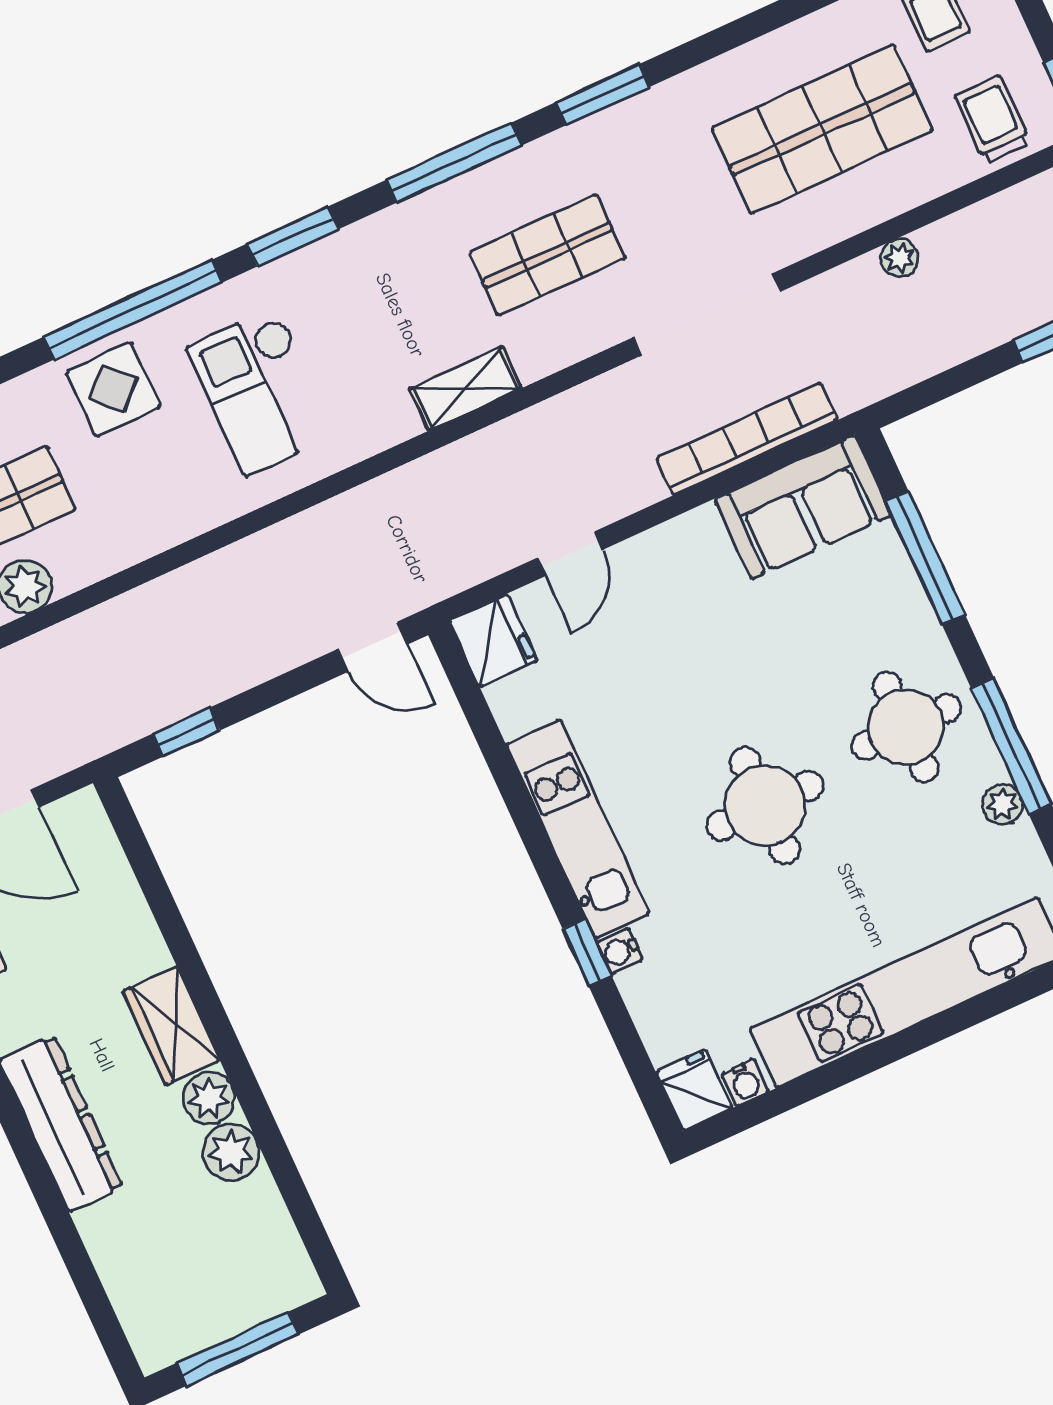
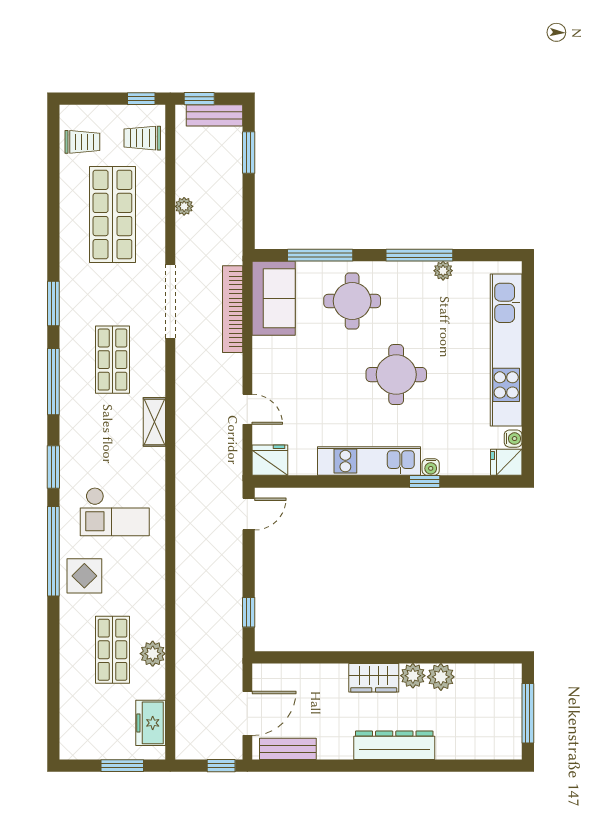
round table: (906, 727) -> (352, 301), moved

